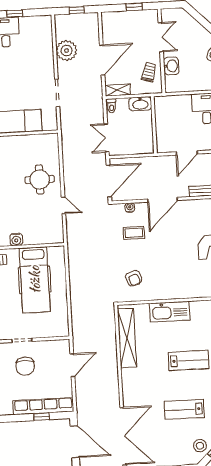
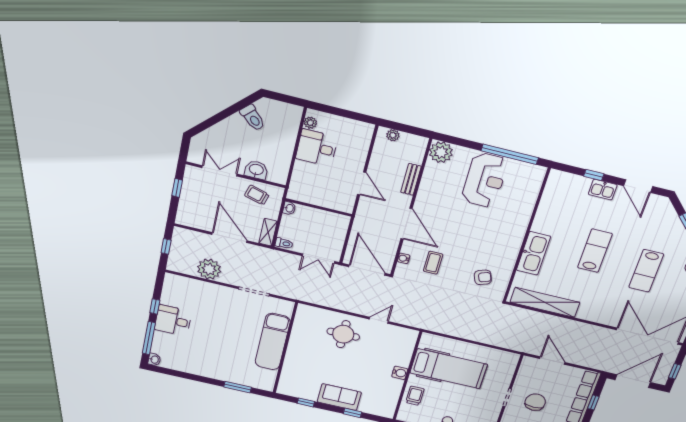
washbasin: (140, 104) -> (289, 208), width x0.52, depth x0.69
chair: (25, 366) -> (535, 402), turned -90

